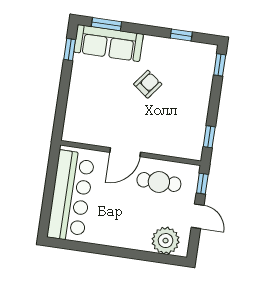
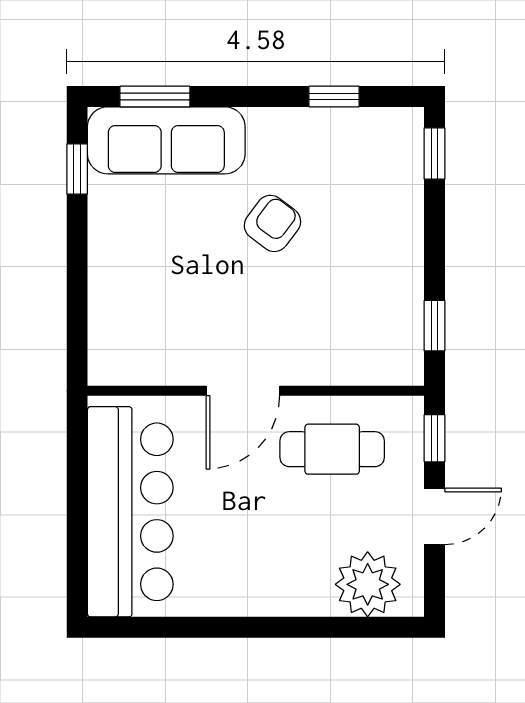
door: (198, 216) -> (435, 516), hinge flipped

